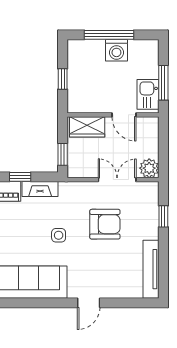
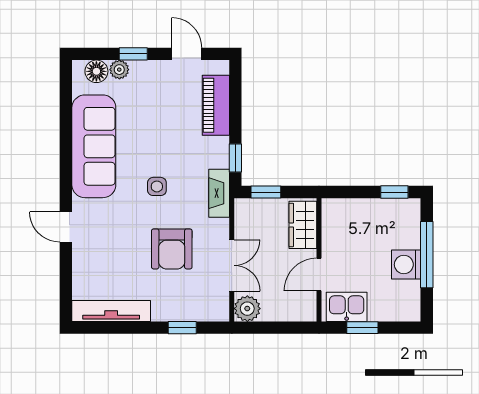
window: (63, 79) -> (394, 192), moved
window: (163, 83) -> (362, 328), width x0.67
window: (20, 177) -> (235, 158), moved
fireplace: (40, 189) -> (219, 193), moved

